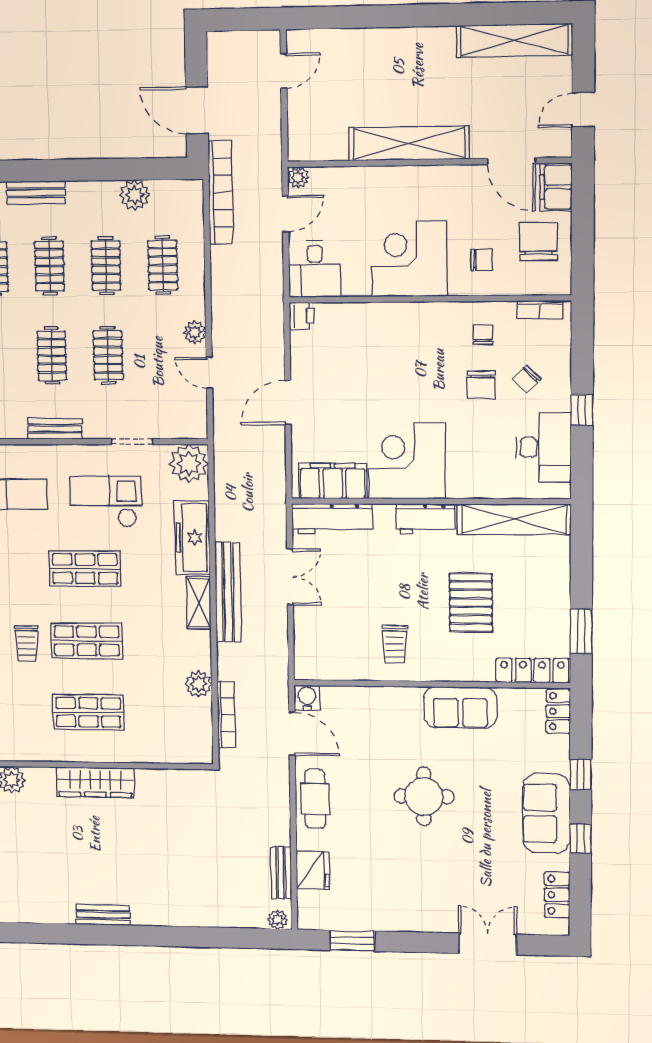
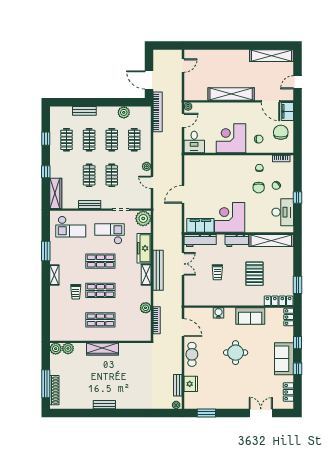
printer: (302, 316) -> (189, 160), removed
trolley: (395, 644) -> (217, 272), moved
water cooler: (307, 698) -> (219, 313), moved

